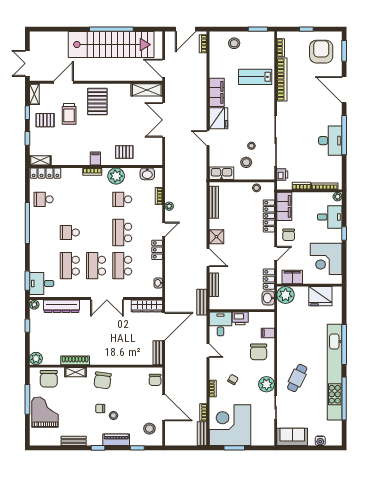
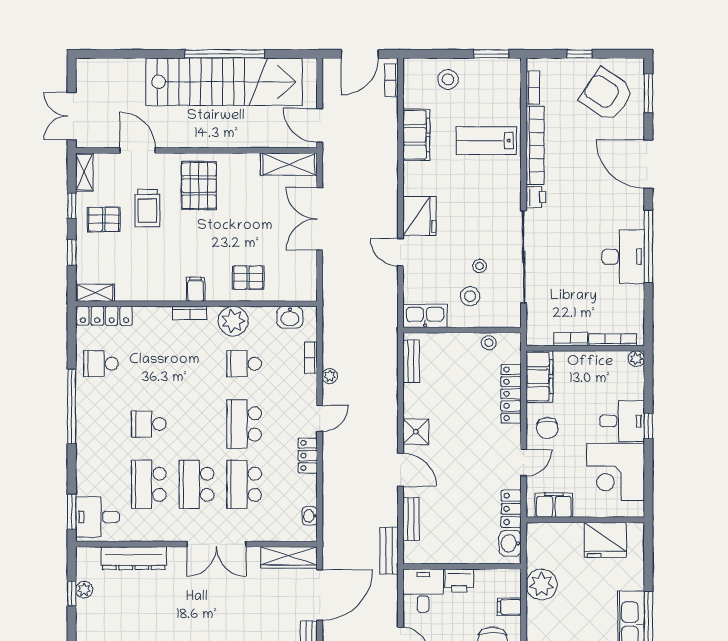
armchair: (321, 52) -> (607, 95), turned -56
door: (64, 82) -> (138, 150), hinge flipped
filing cabinet: (217, 92) -> (416, 135), moved
printer: (282, 174) -> (536, 197), moved
bench: (214, 202) -> (411, 361), width x0.73
desk: (330, 217) -> (622, 421), moved
plant: (286, 295) -> (542, 585), moved
plant: (34, 305) -> (84, 590), moved

